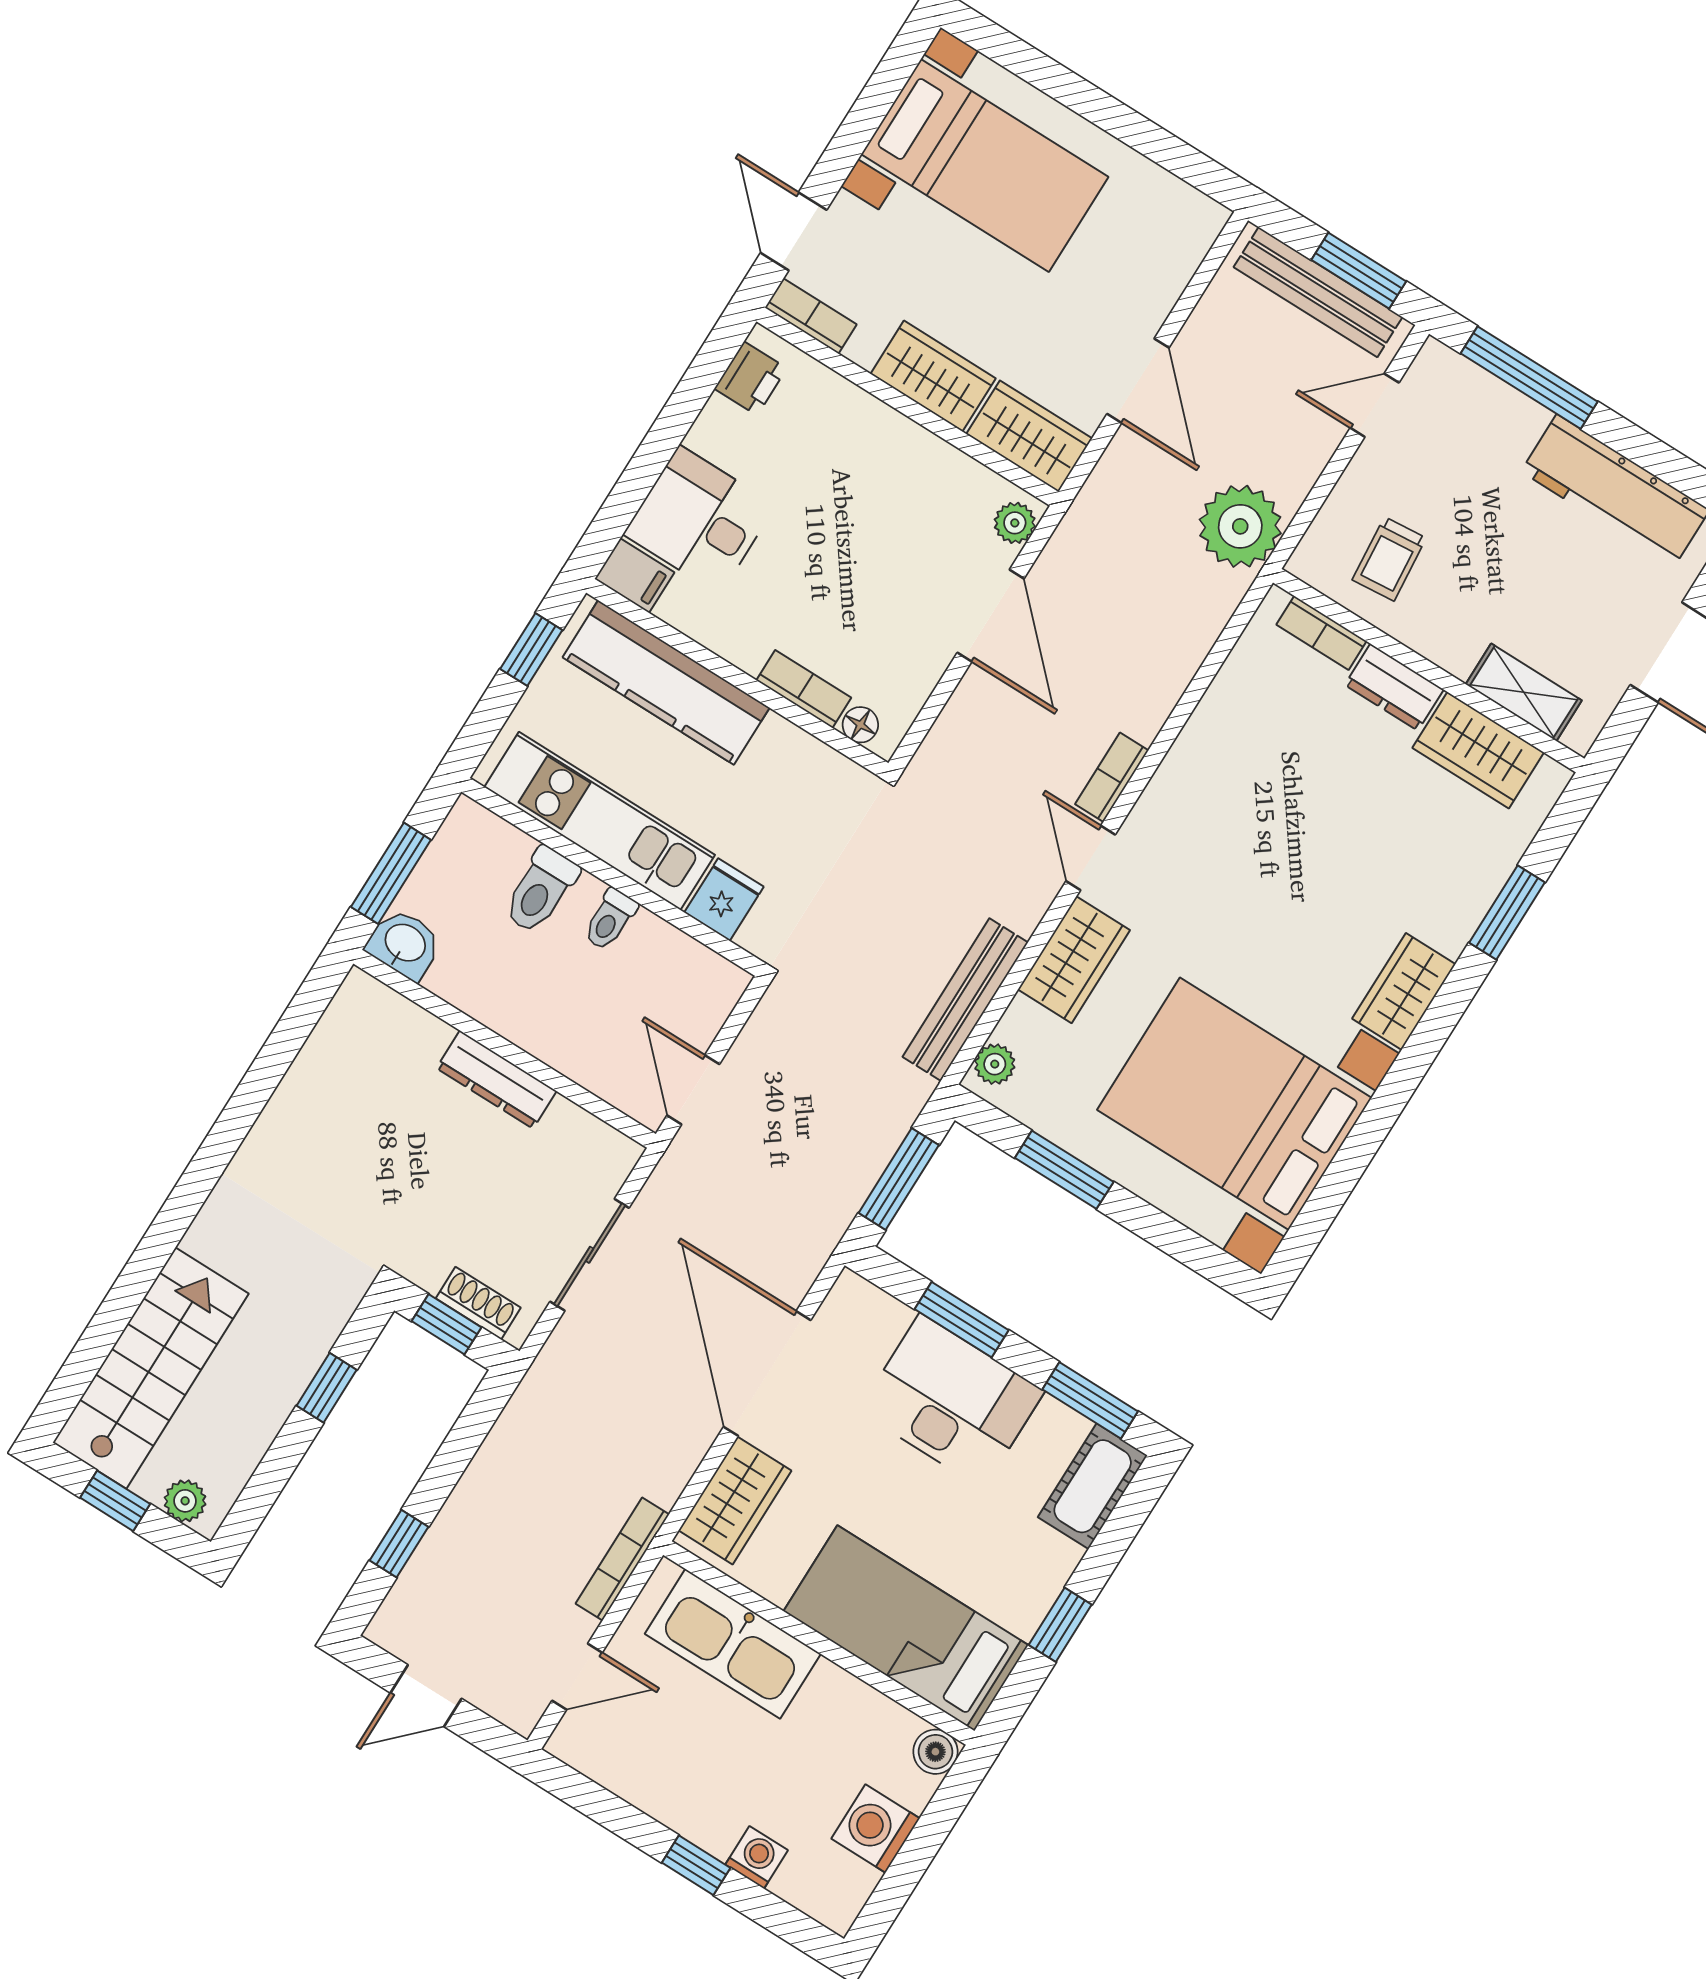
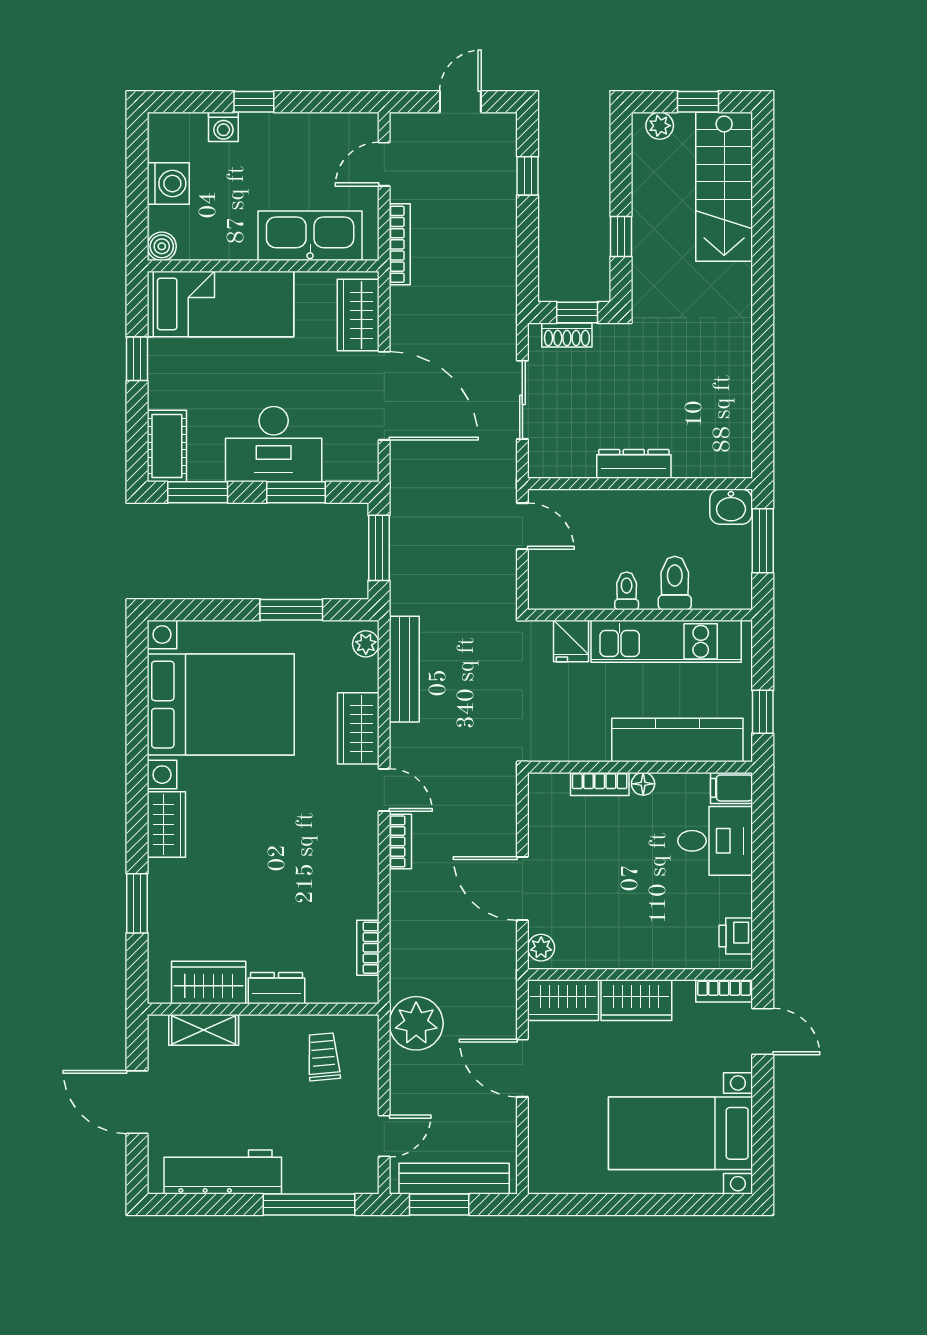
bookcase: (1321, 633) -> (368, 948), moved, turned -90
floor lamp: (860, 725) -> (643, 784), moved

